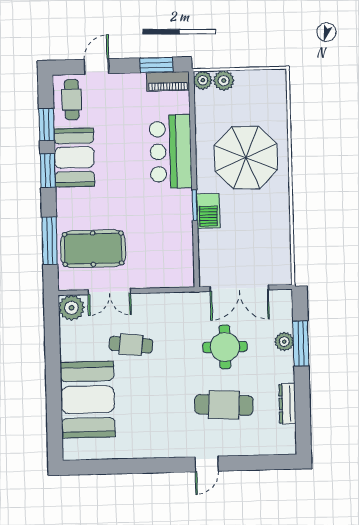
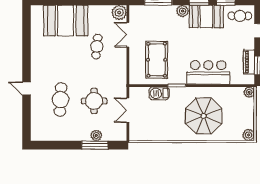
piano: (168, 81) -> (249, 62), moved
plant: (224, 81) -> (249, 135), moved
plant: (66, 199) -> (183, 11), added
barbecue: (208, 211) -> (159, 93), moved
pool table: (93, 249) -> (157, 60), moved
double door: (239, 288) -> (128, 110), width x0.73
dresser: (287, 404) -> (60, 136), removed

